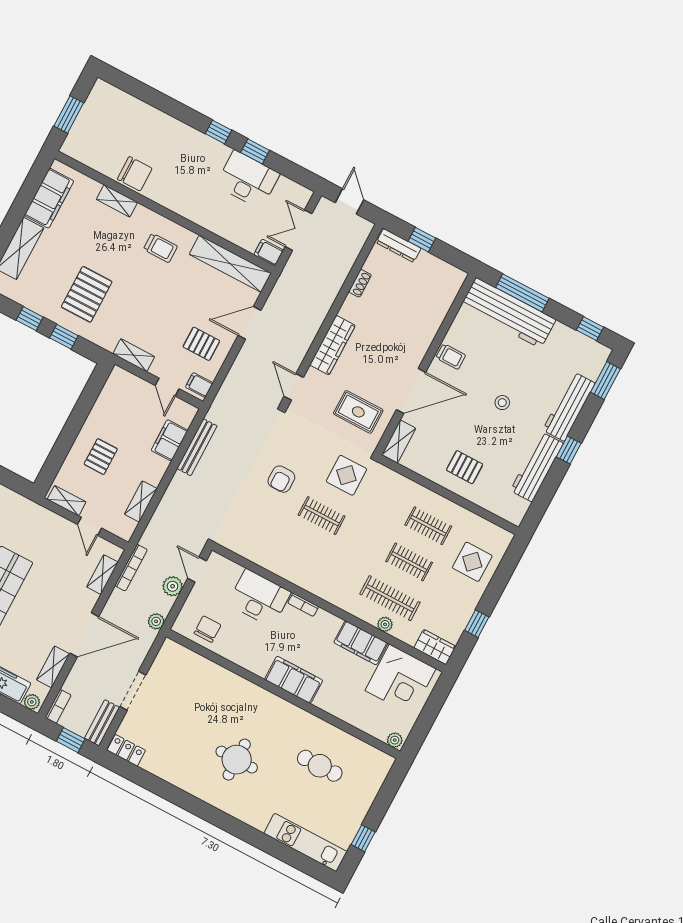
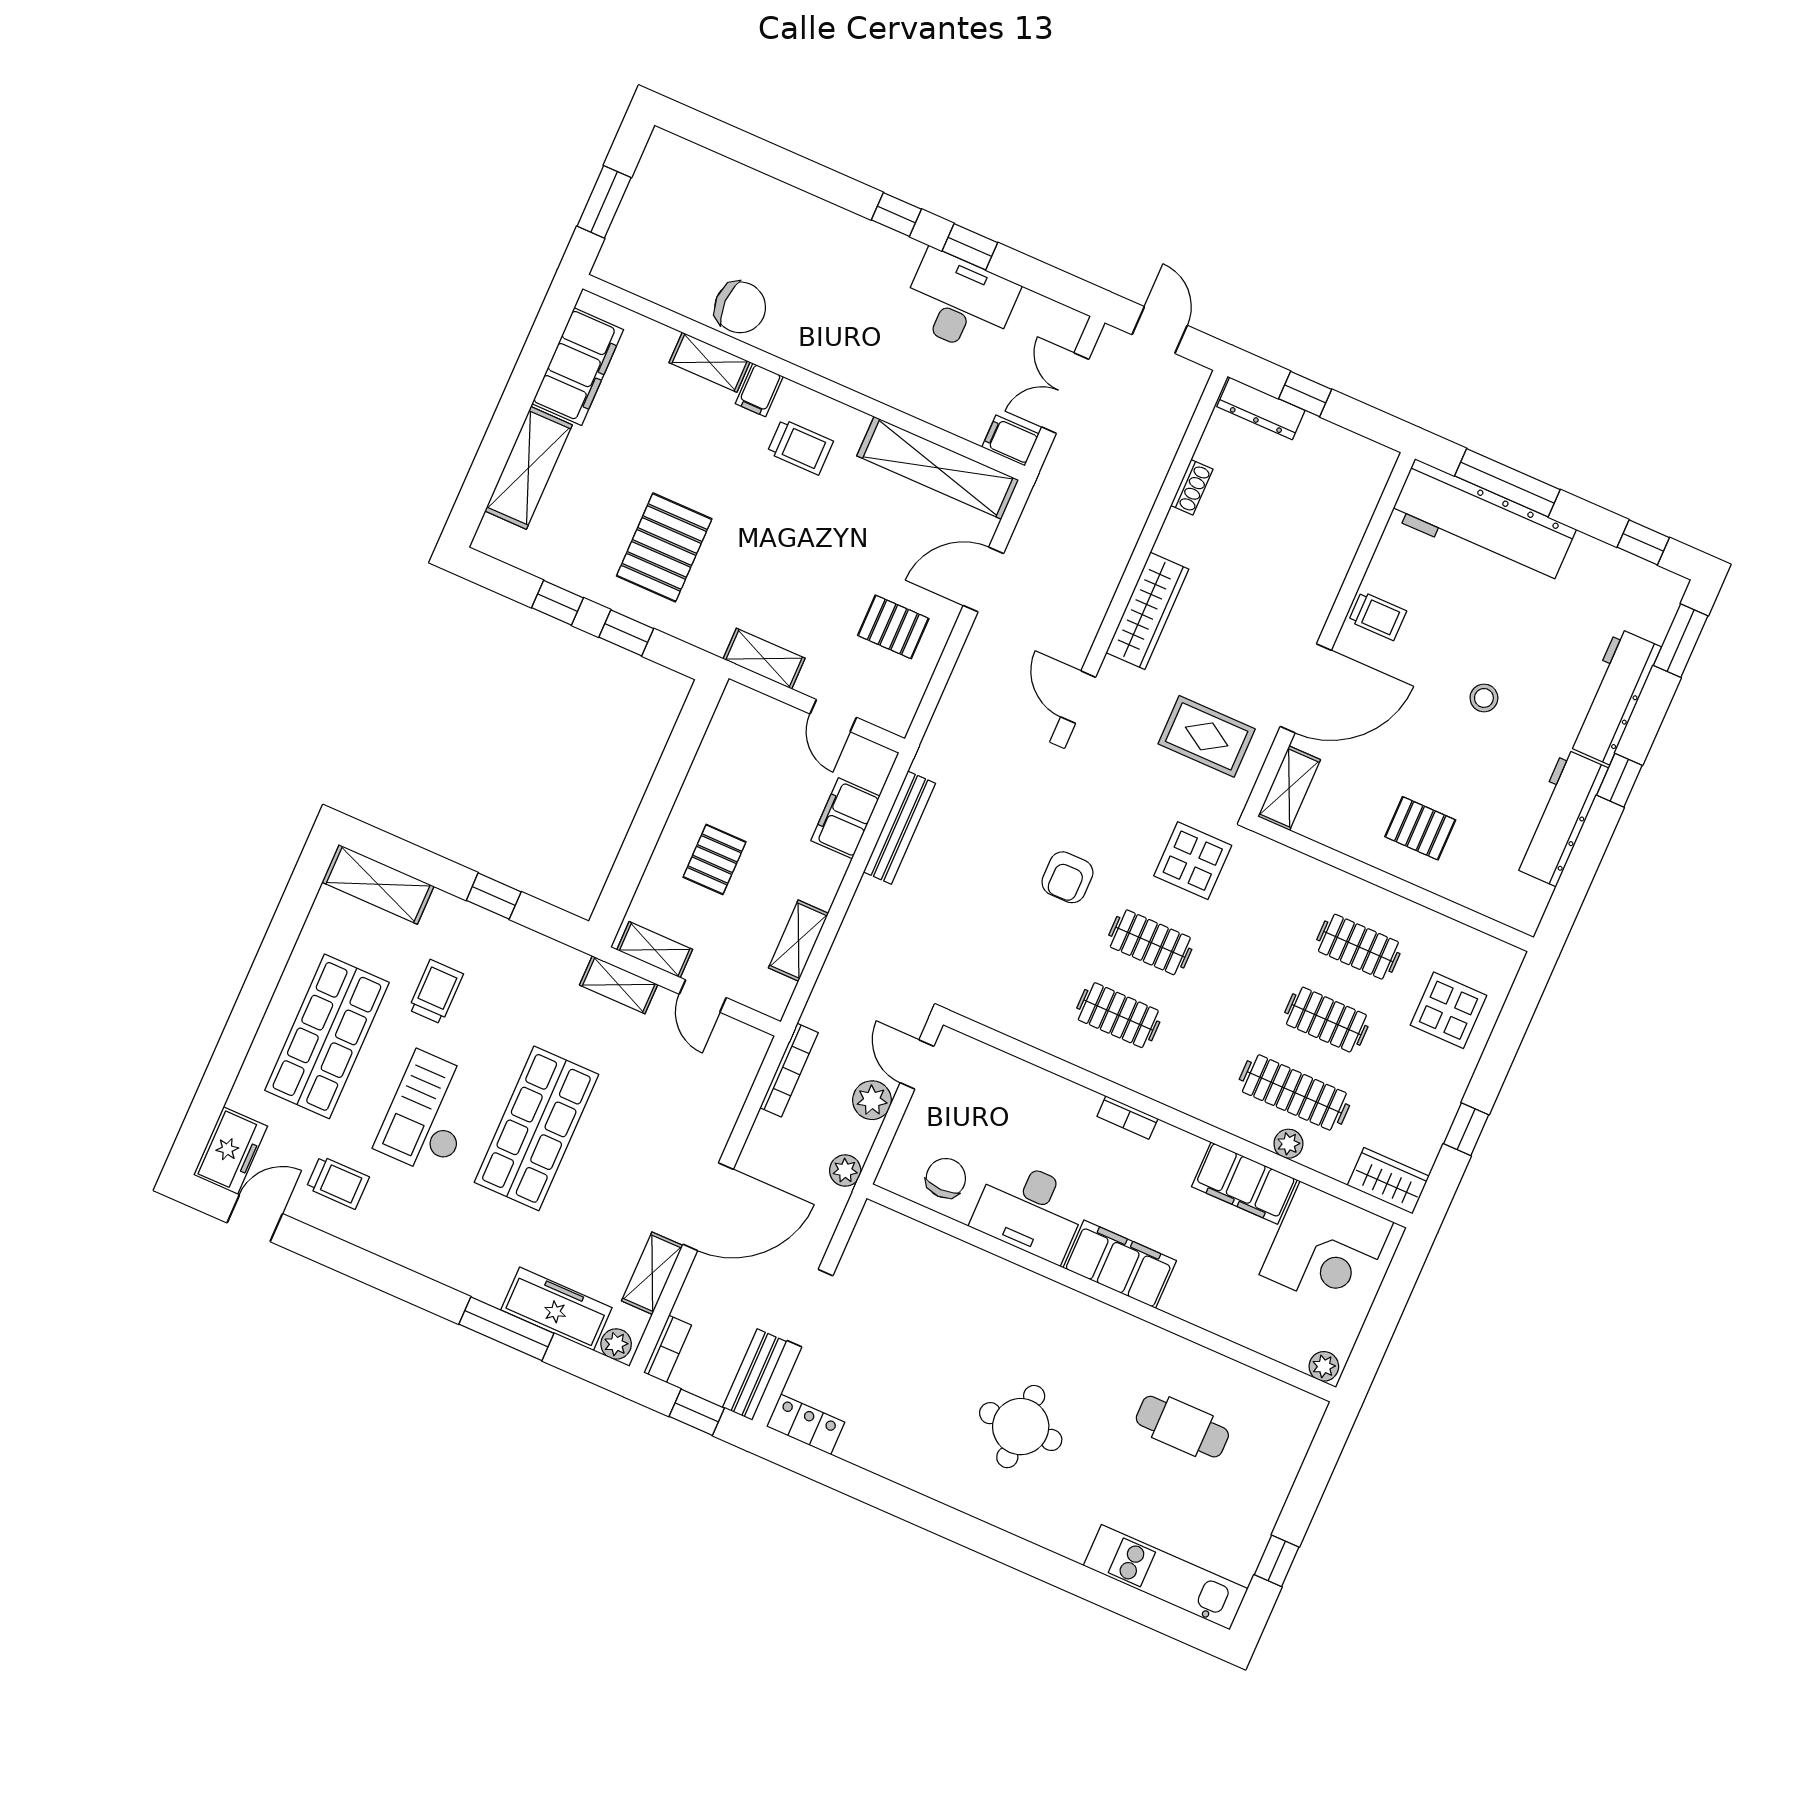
filing cabinet: (199, 385) -> (759, 390), moved, turned -90
clothes rail: (302, 552) -> (1118, 1015), added
shelving: (102, 575) -> (619, 985), moved, turned 90
desk: (259, 598) -> (1030, 1210), moved, turned 180

